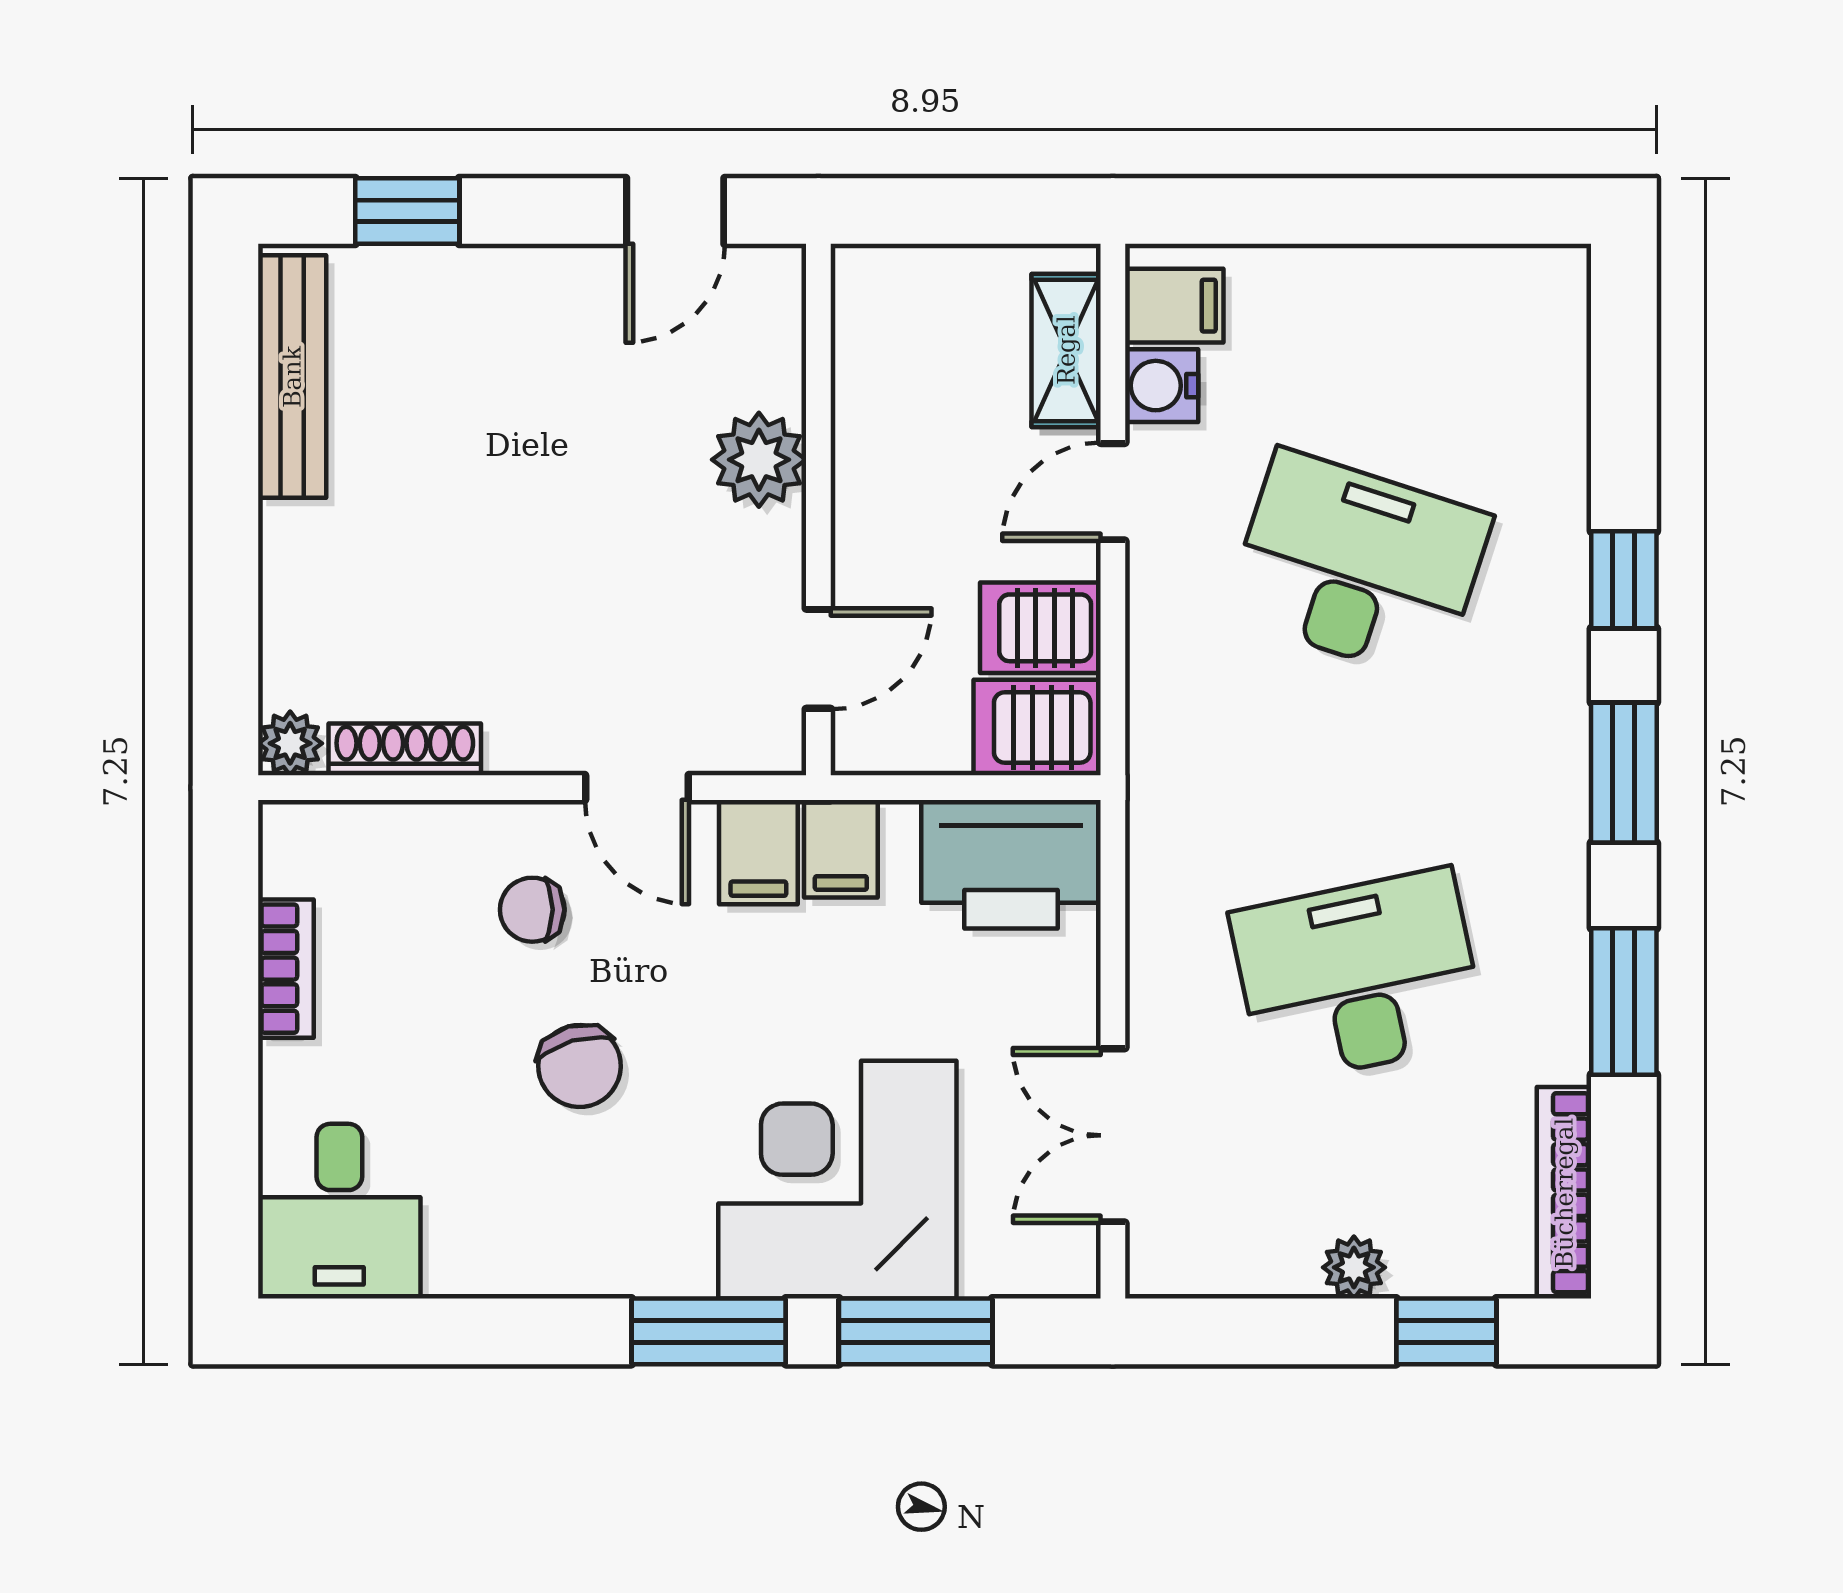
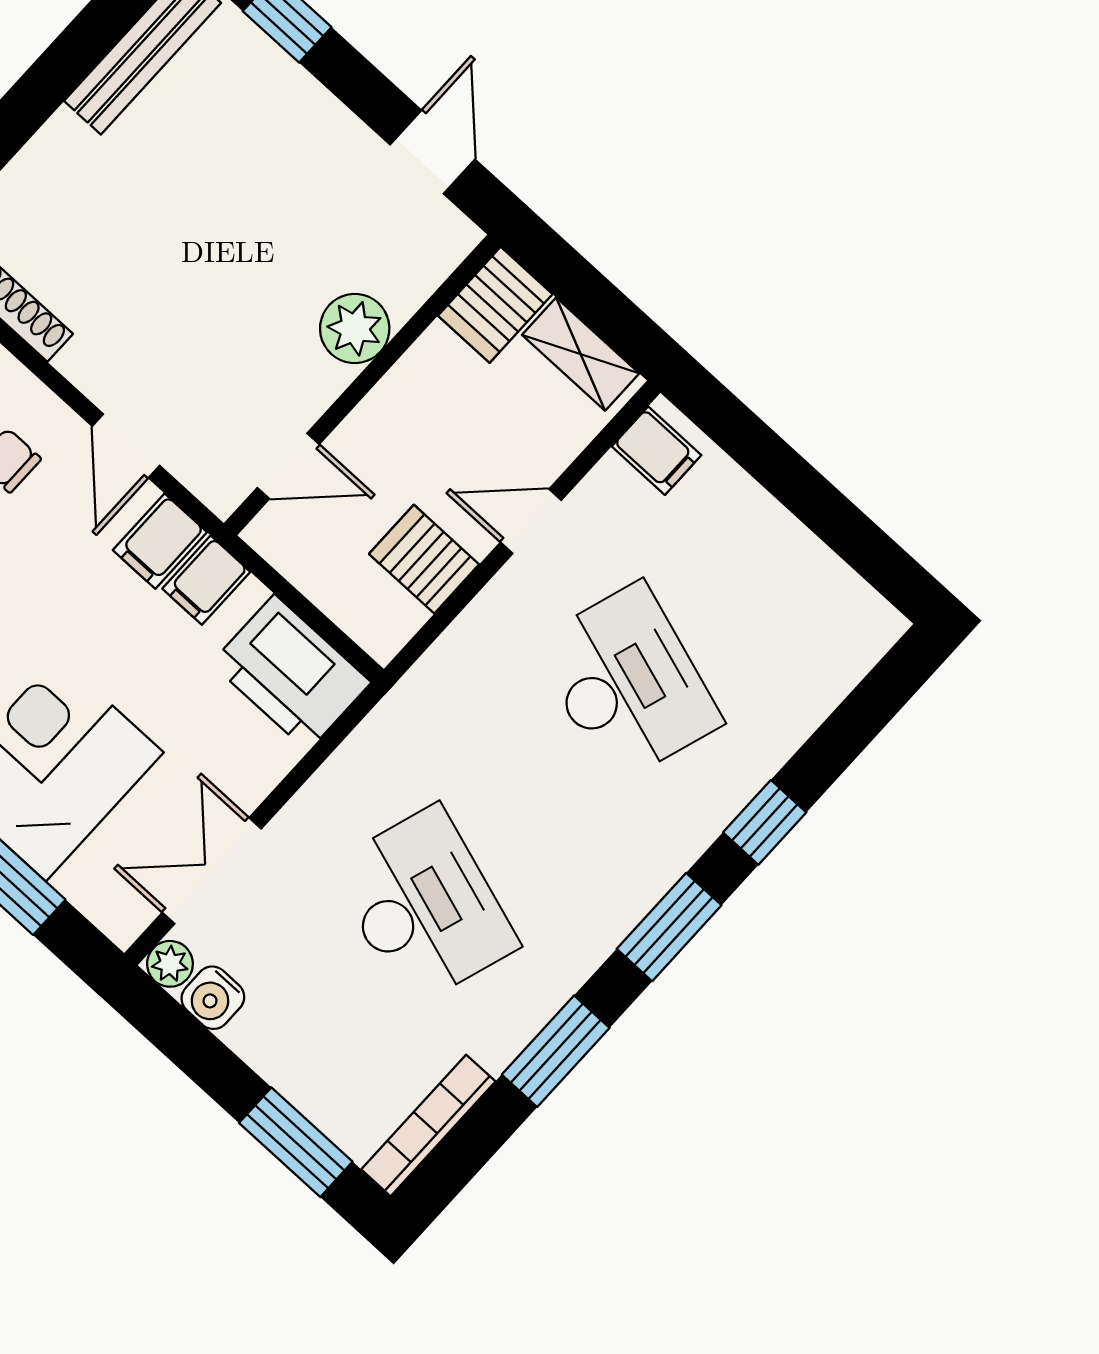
door: (675, 211) -> (433, 152), swing flipped
shelving: (1066, 350) -> (581, 354), moved, turned 90
water cooler: (1162, 386) -> (213, 998), moved, turned -90
server rack: (1037, 727) -> (495, 305), moved, turned -90
desk: (1358, 977) -> (424, 906), turned 30
plant: (1354, 1267) -> (170, 964), moved
window: (1446, 1331) -> (296, 1142), width x1.50

